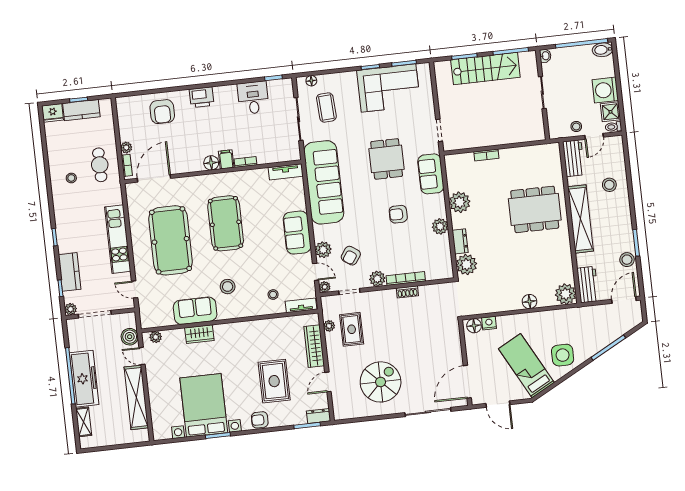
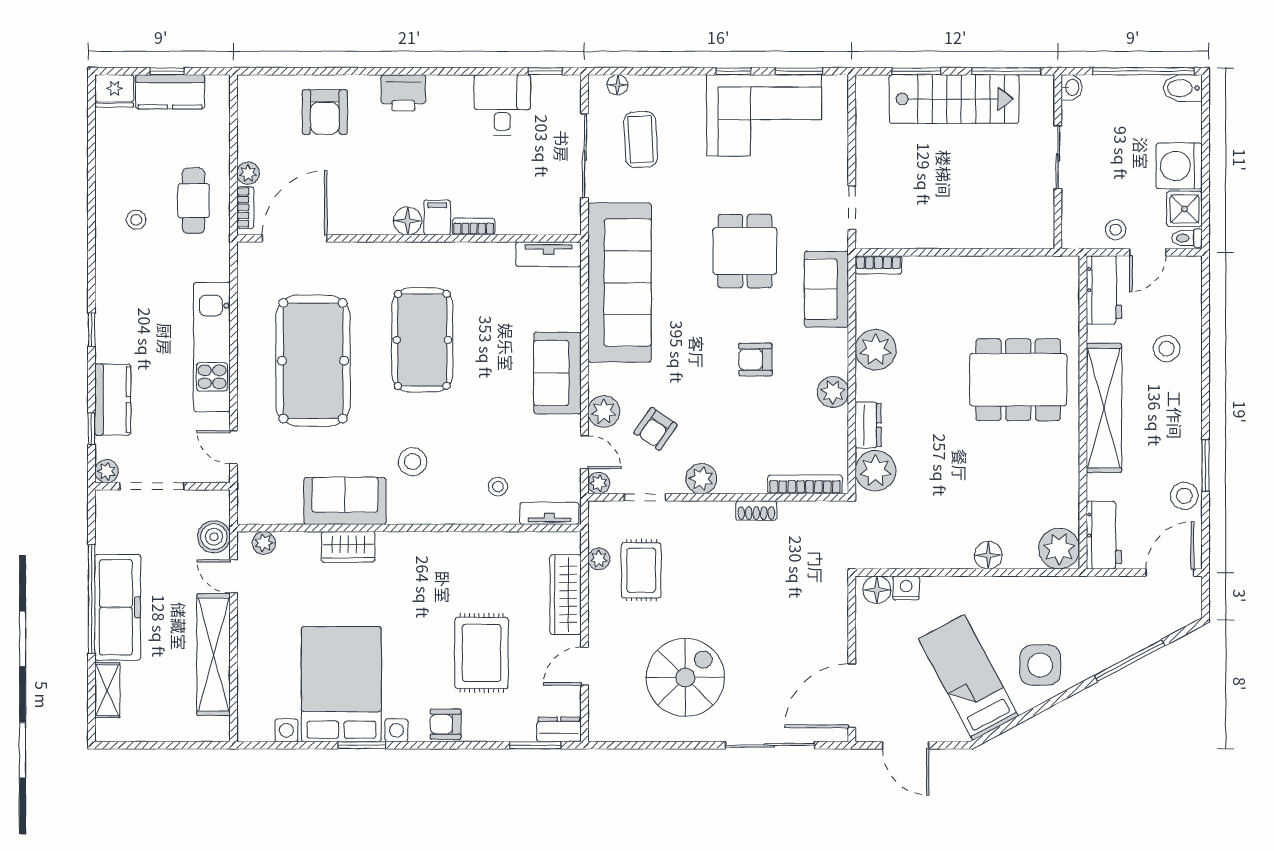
bookcase: (486, 155) -> (878, 265), moved
bookcase: (406, 278) -> (805, 484), moved

